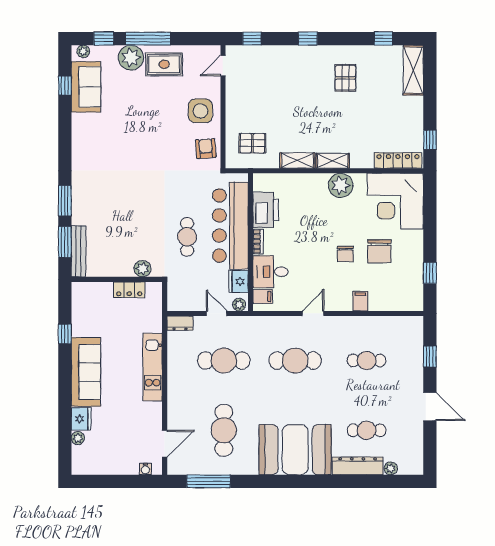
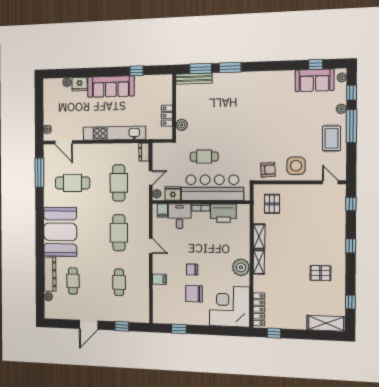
plant: (131, 58) -> (341, 109), width x0.53, depth x0.53
kitchen unit: (153, 367) -> (114, 133), width x1.36

